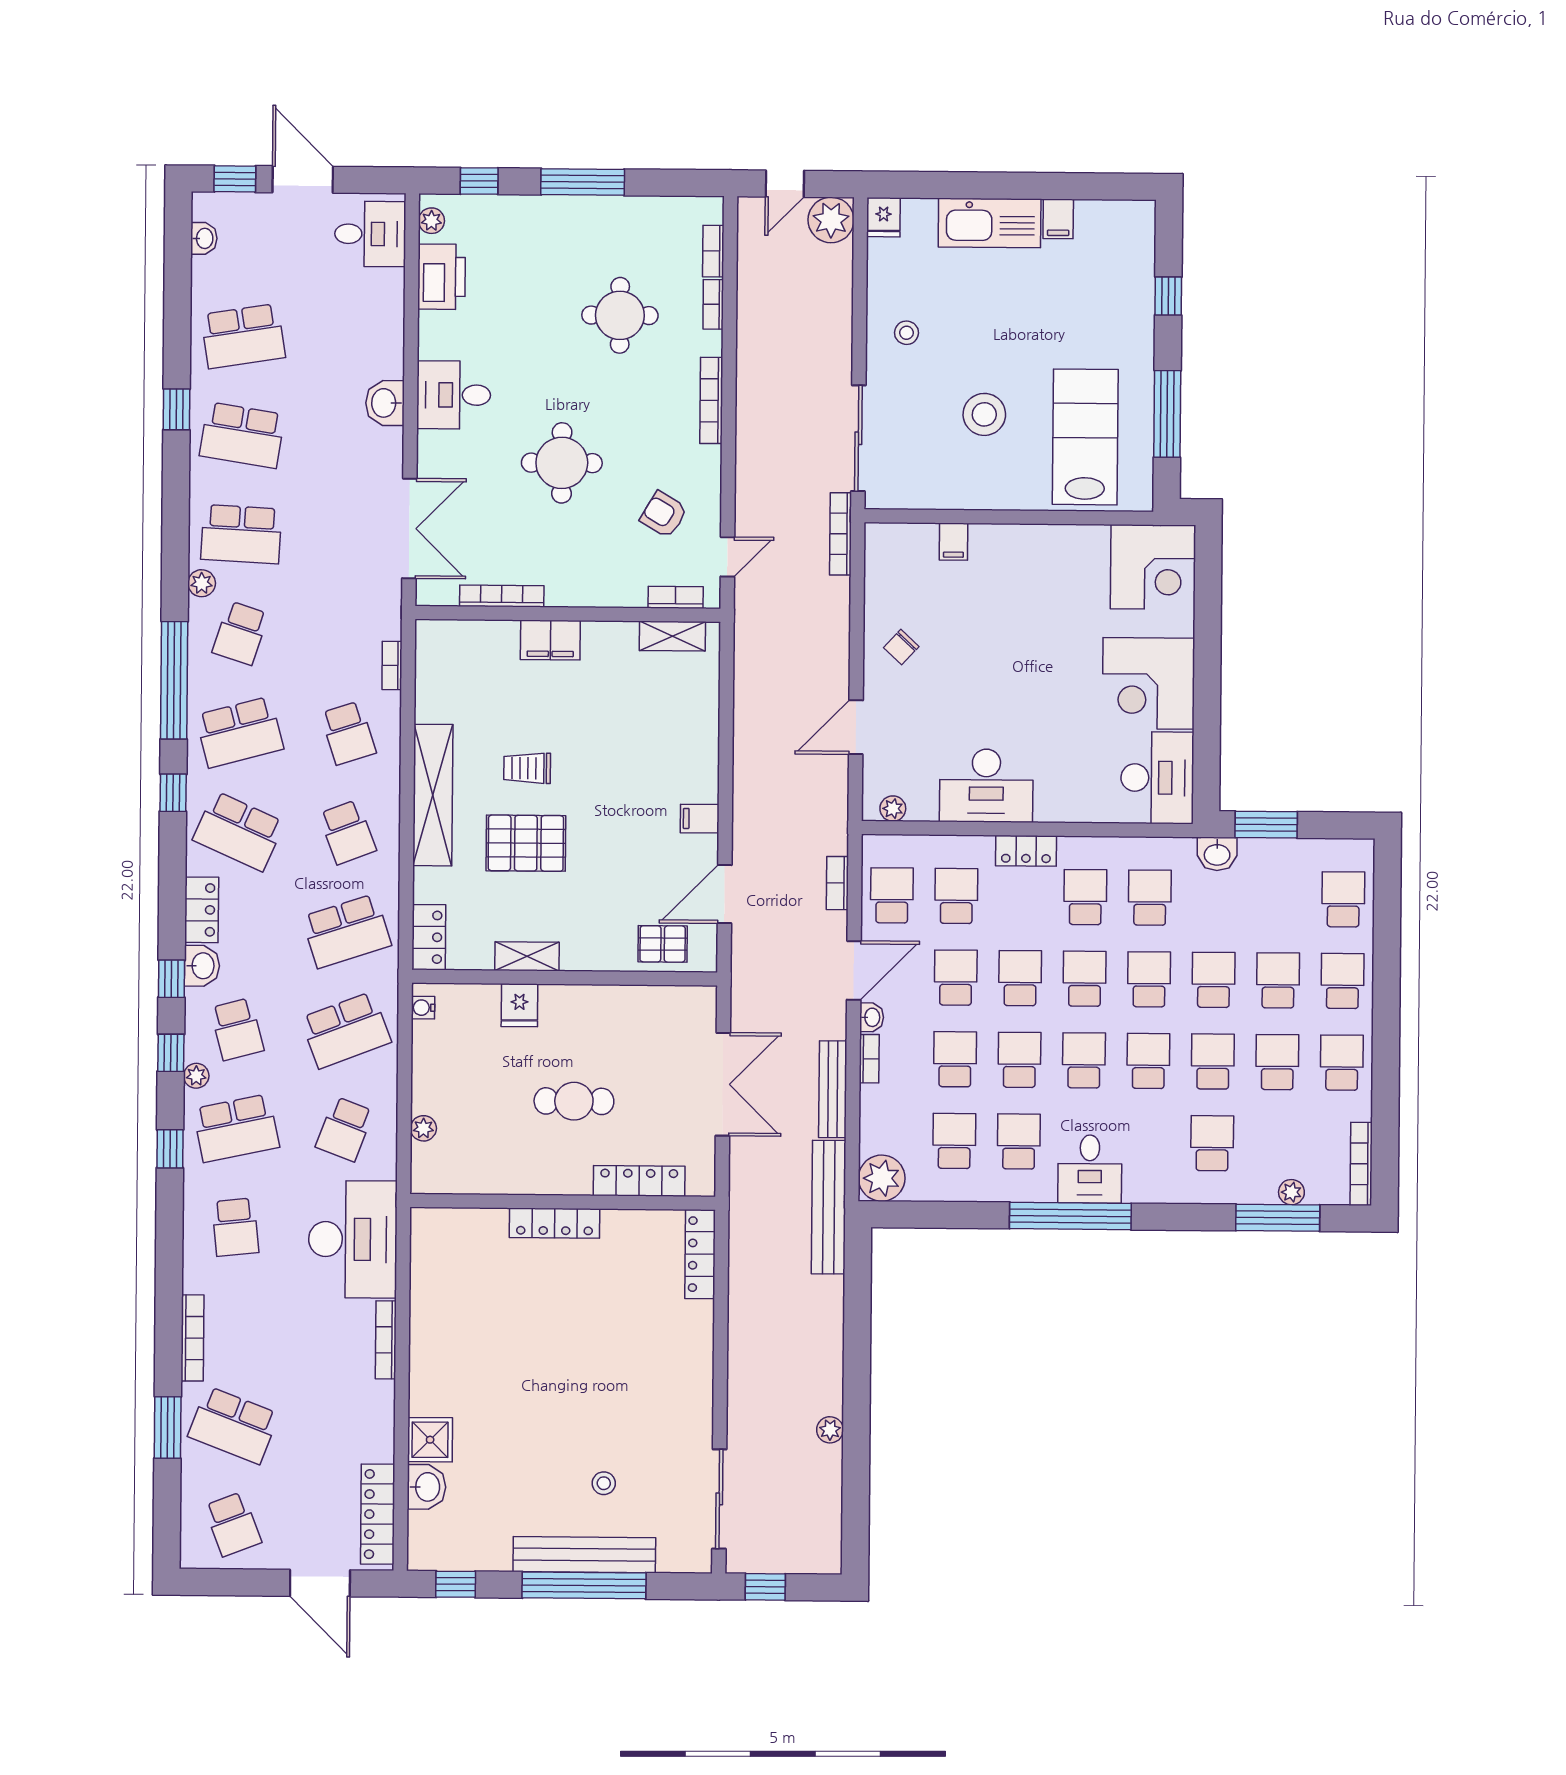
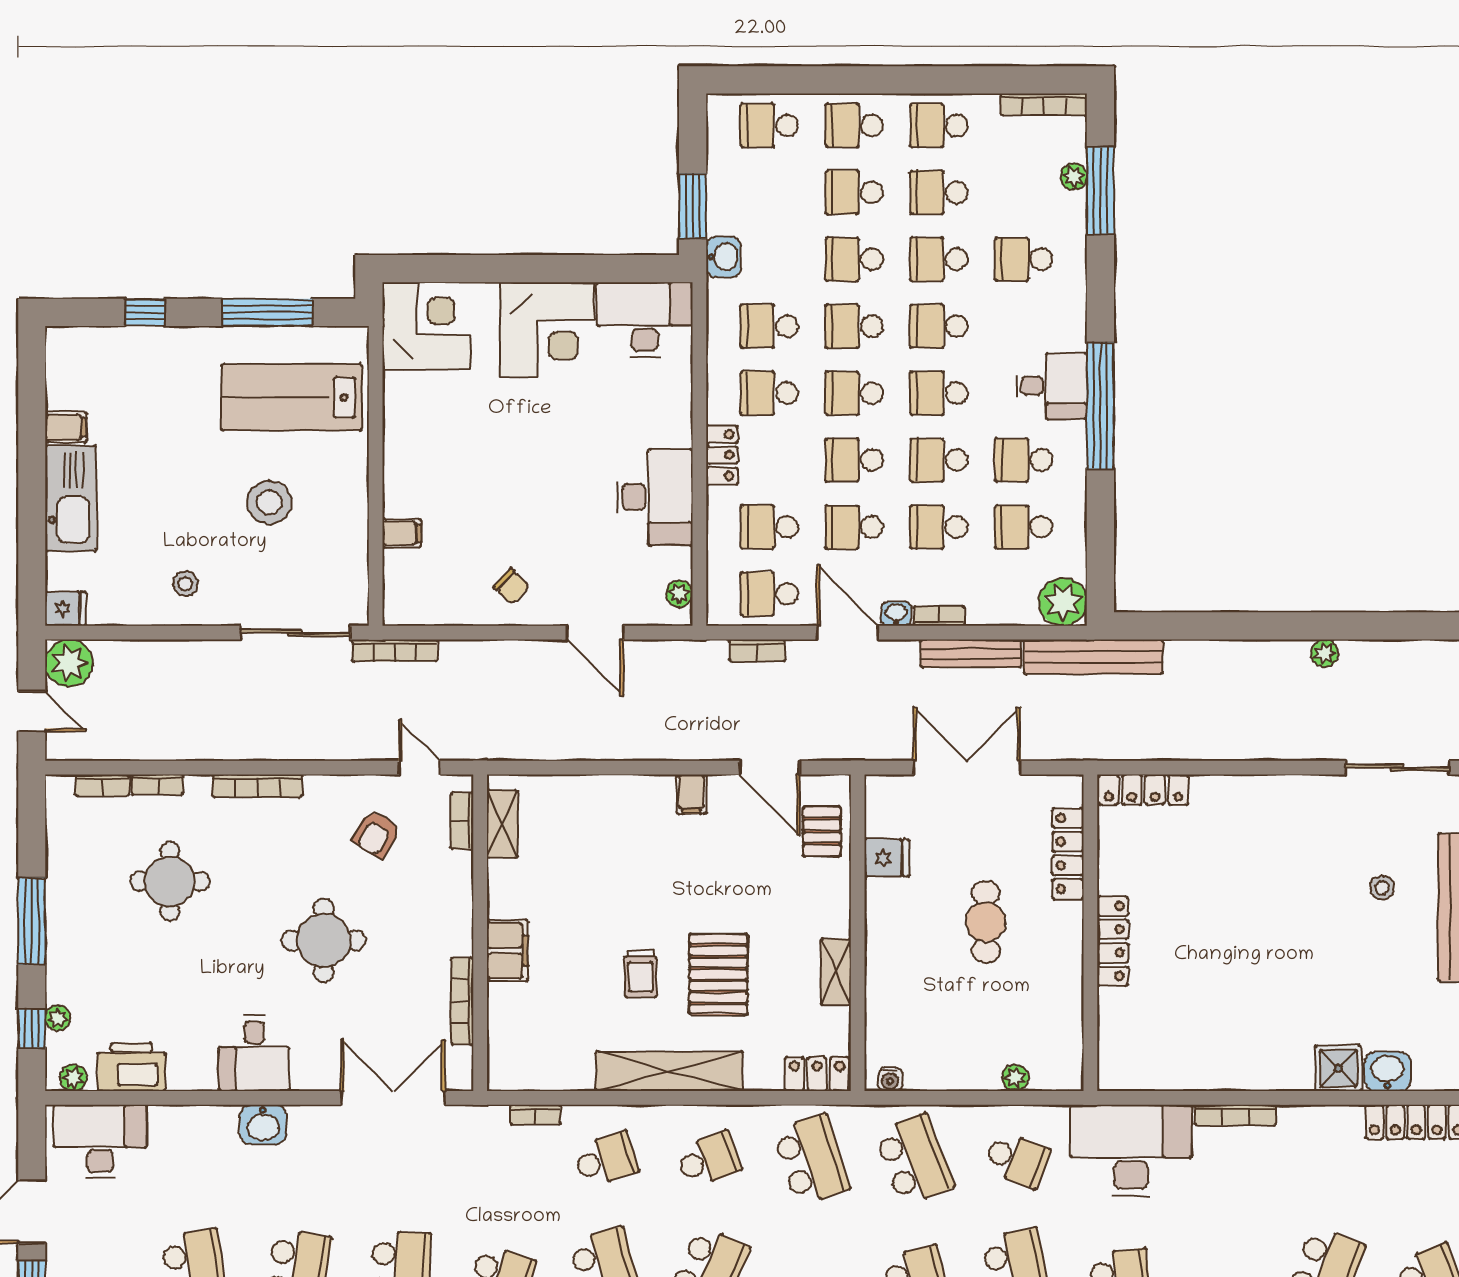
plant: (489, 206) -> (58, 1018), added
desk: (370, 234) -> (100, 1141), width x1.37
fridge: (519, 1005) -> (887, 858), moved

